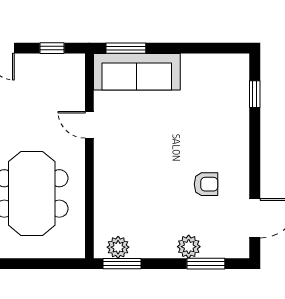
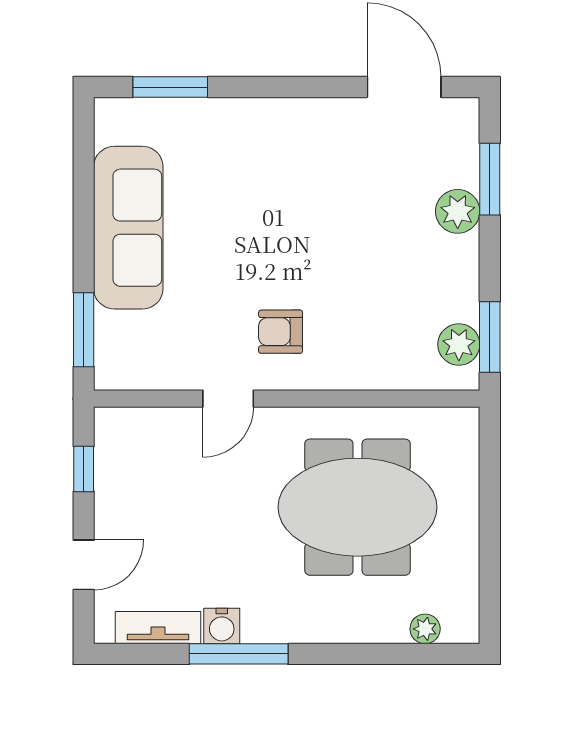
sofa: (137, 72) -> (128, 228), moved
window: (255, 94) -> (170, 87), width x1.50
armchair: (206, 184) -> (281, 332), moved, turned -90

